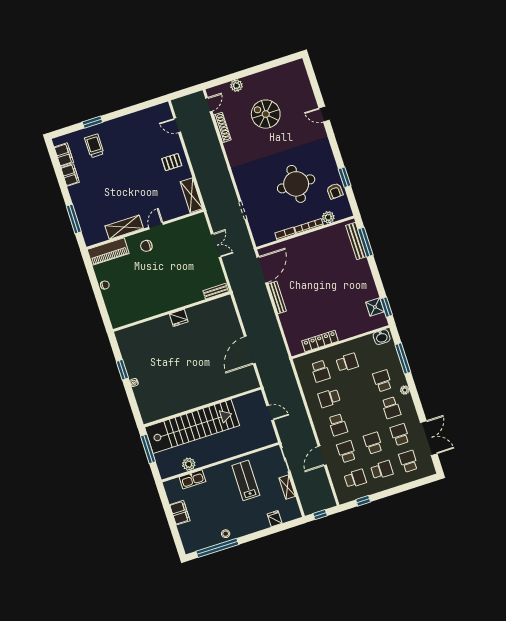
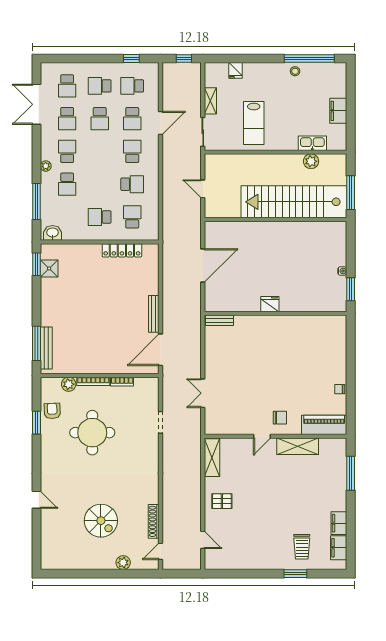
bench: (216, 291) -> (220, 320), moved
wall: (172, 312) -> (275, 313), moved
fridge: (179, 318) -> (270, 304), moved

